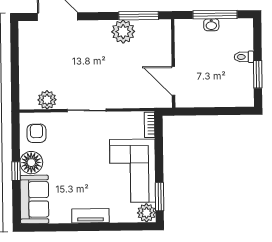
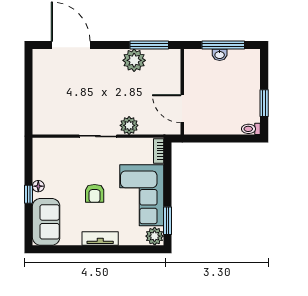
toilet: (244, 57) -> (251, 129), moved
plant: (47, 100) -> (129, 125), moved
armchair: (36, 133) -> (95, 193), moved, turned 180
floor lamp: (31, 163) -> (38, 186), width x0.53, depth x0.53

